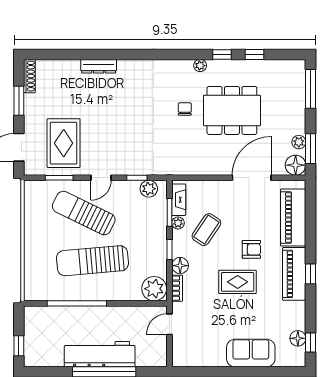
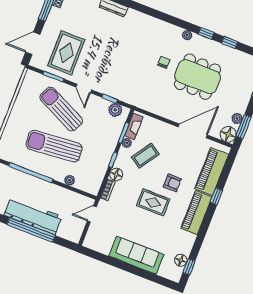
door: (101, 178) -> (84, 88), hinge flipped
window: (310, 274) -> (216, 196), moved
plant: (154, 289) -> (70, 180), moved, width x0.53, depth x0.53
sofa: (251, 353) -> (136, 255), width x1.36

